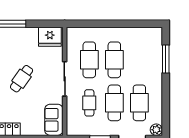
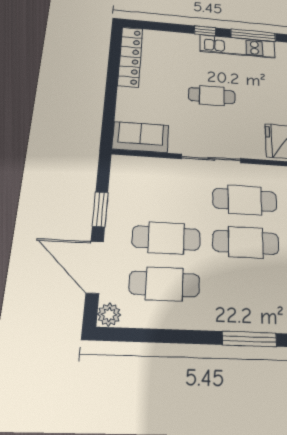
cafe table: (22, 79) -> (212, 96), turned -35
cafe table: (89, 103) -> (168, 195), removed

